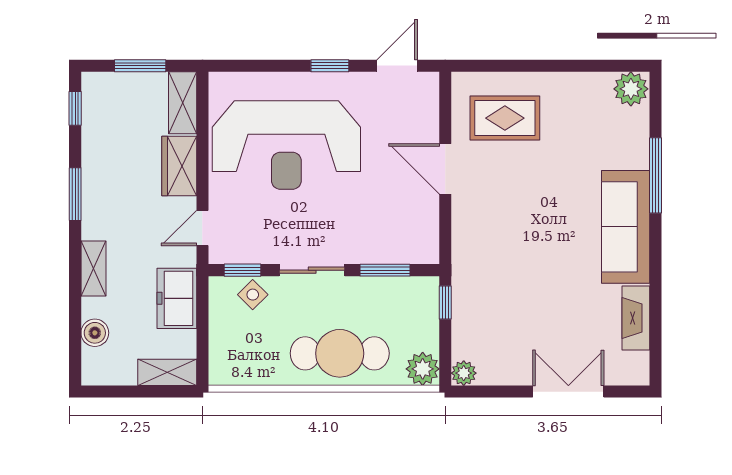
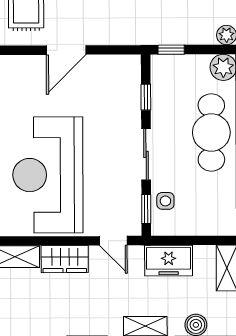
reception desk: (286, 145) -> (48, 175), turned 180
window: (385, 270) -> (146, 97), width x0.67
side table: (253, 295) -> (165, 201), turned 45

